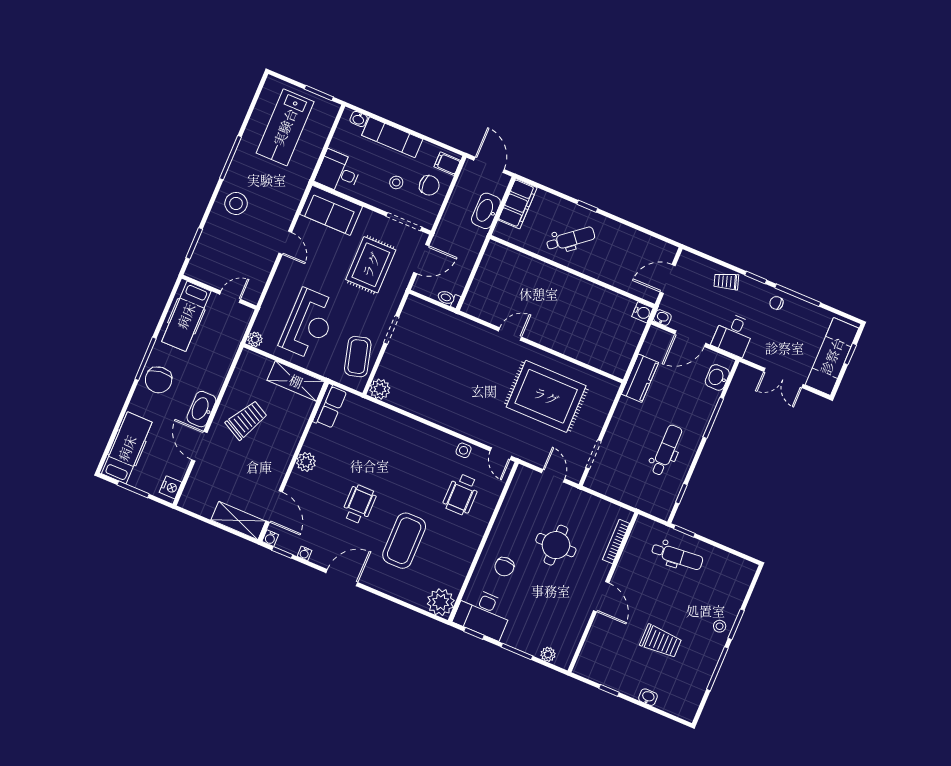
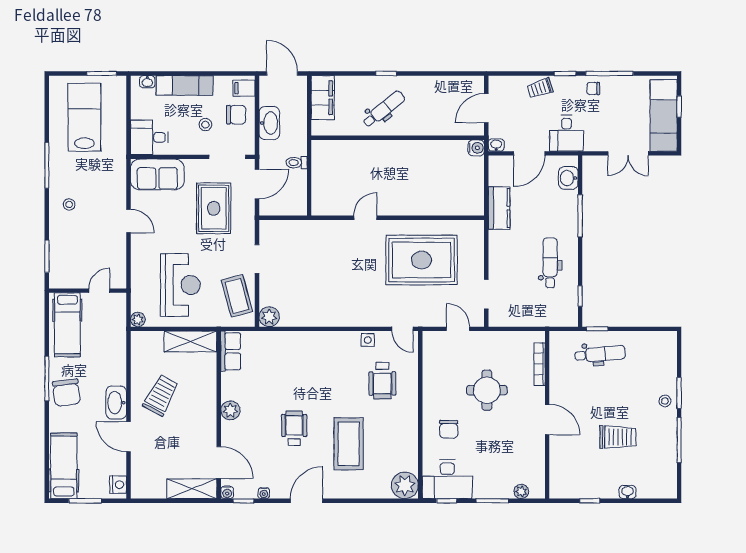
lab bench: (285, 127) -> (84, 117), turned 180
stool: (236, 203) -> (69, 204), width x0.53, depth x0.53
washbasin: (486, 211) -> (269, 123), moved, turned 180
toilet: (449, 299) -> (297, 163), moved

